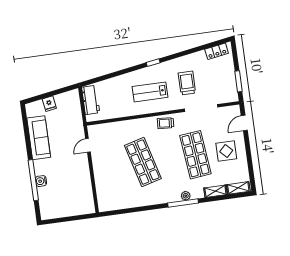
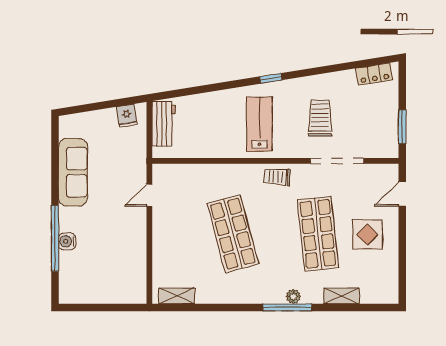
lab bench: (150, 92) -> (259, 124), turned 90
fridge: (49, 104) -> (127, 116), moved
shelving: (238, 188) -> (177, 296), moved

